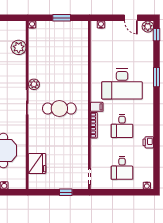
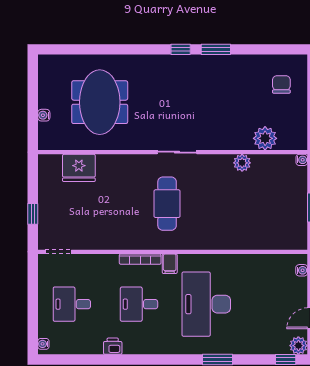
plant: (34, 84) -> (242, 163), moved

